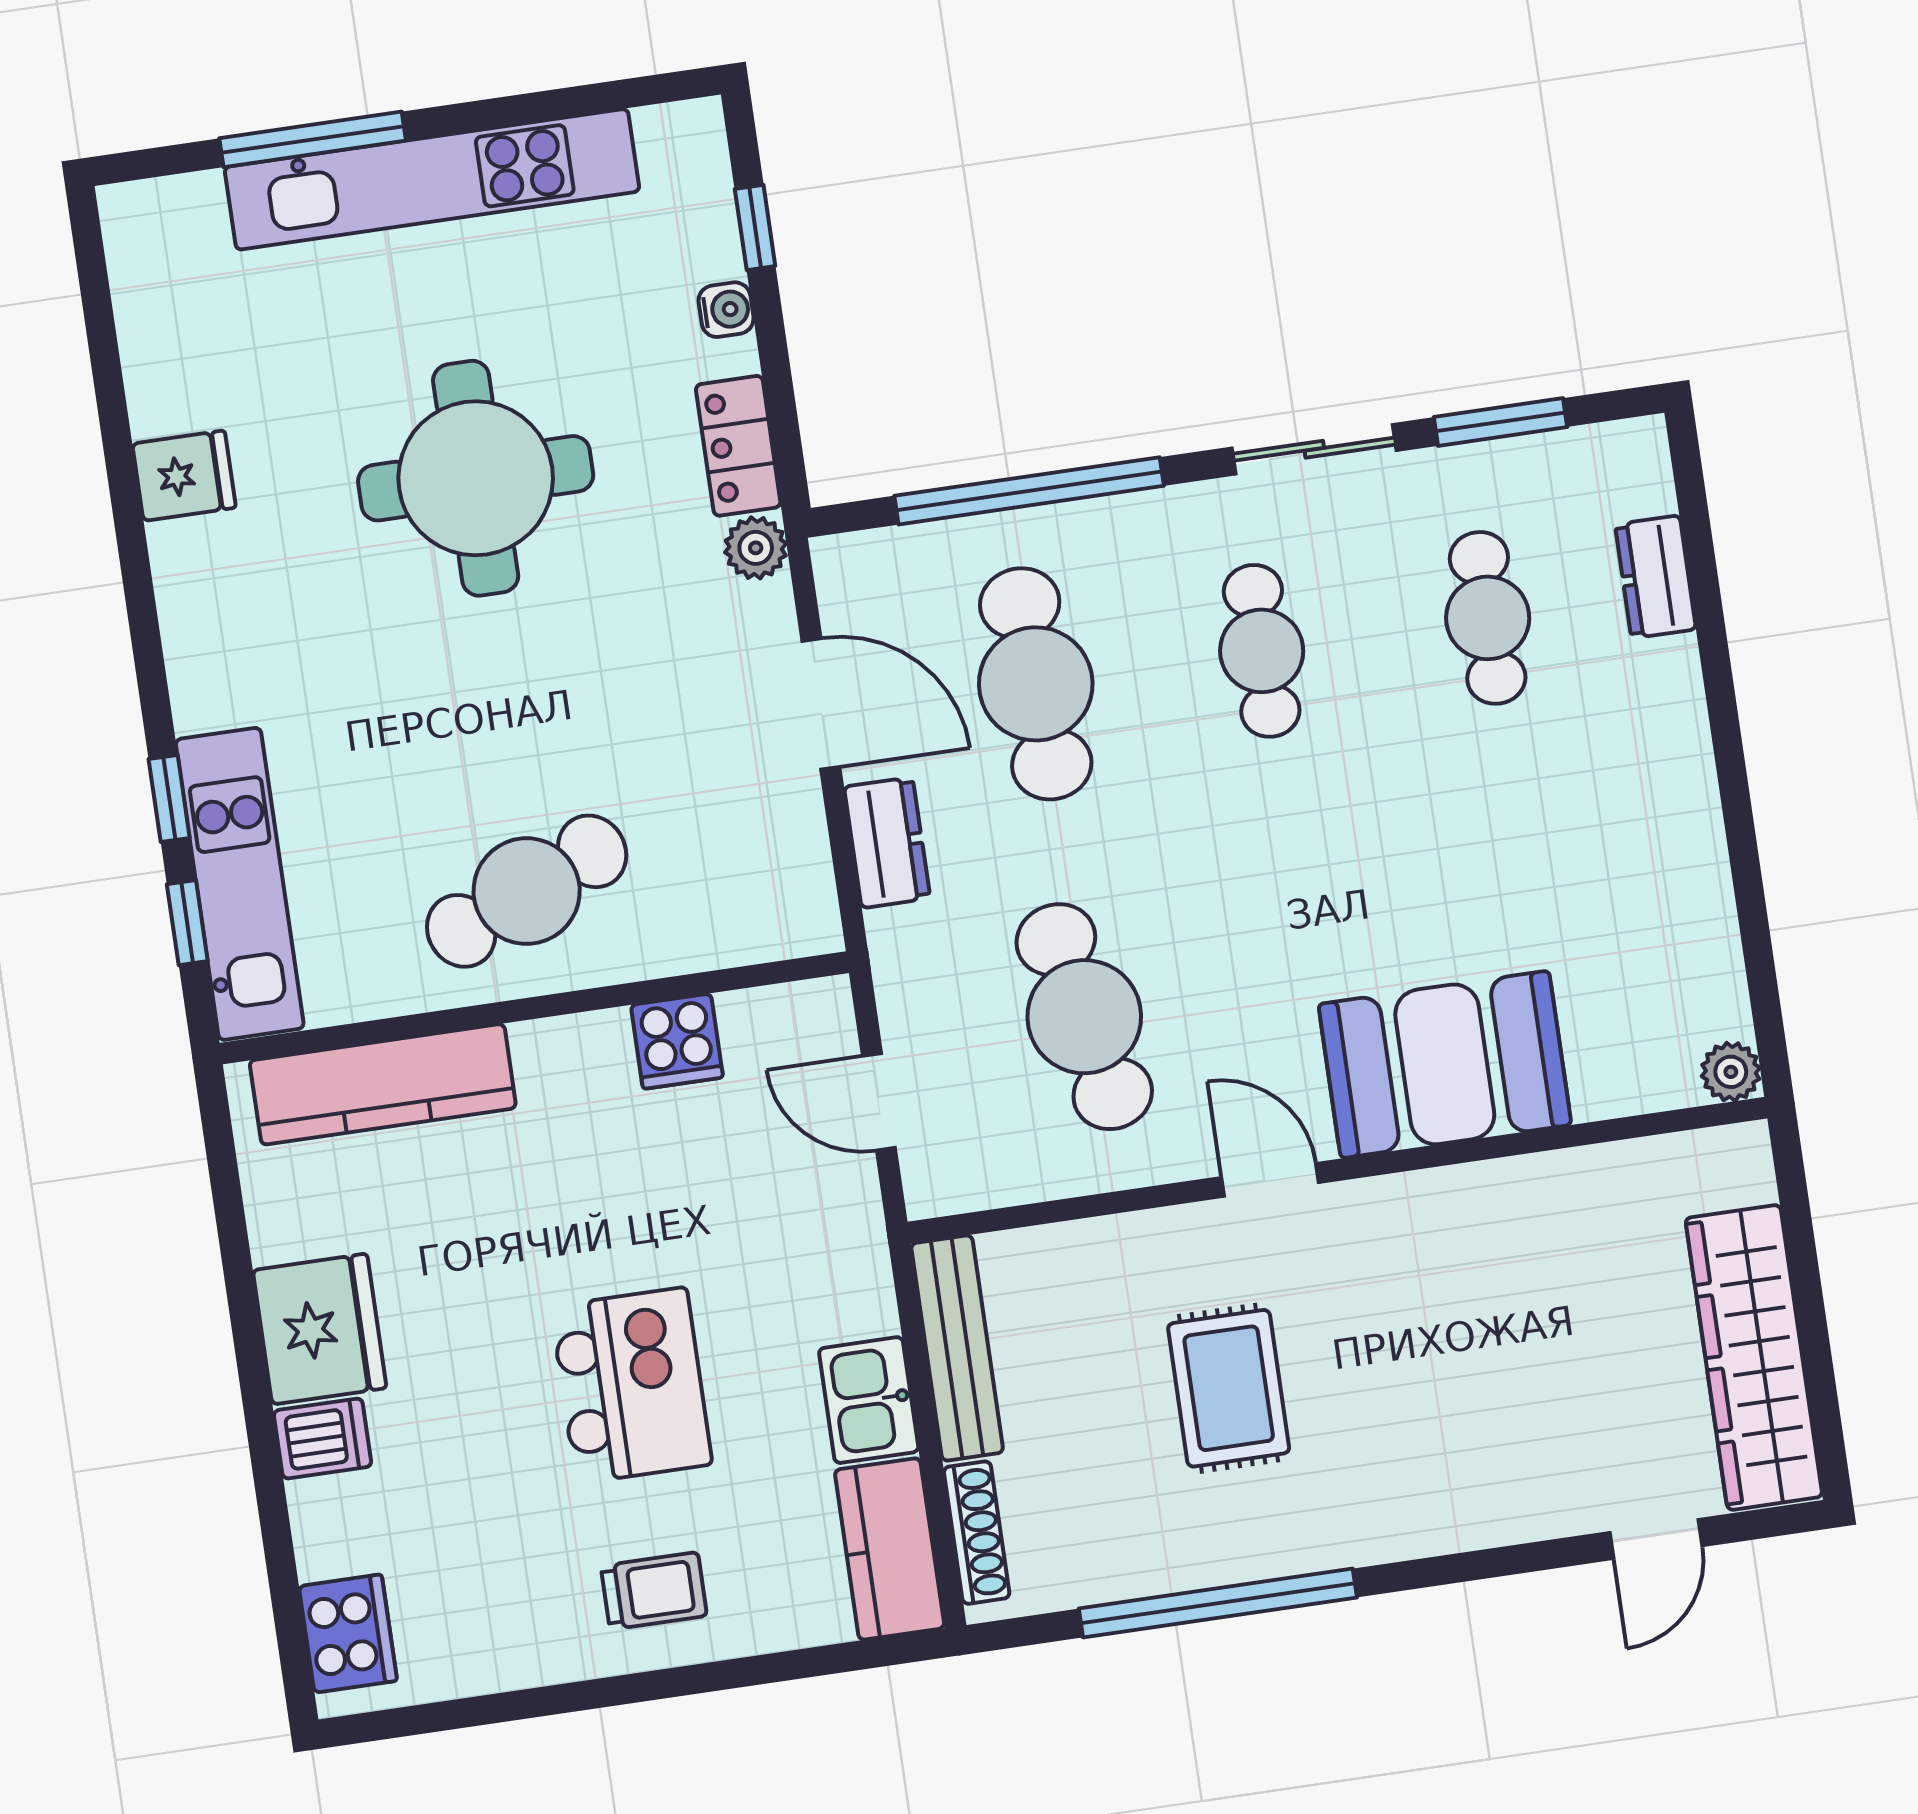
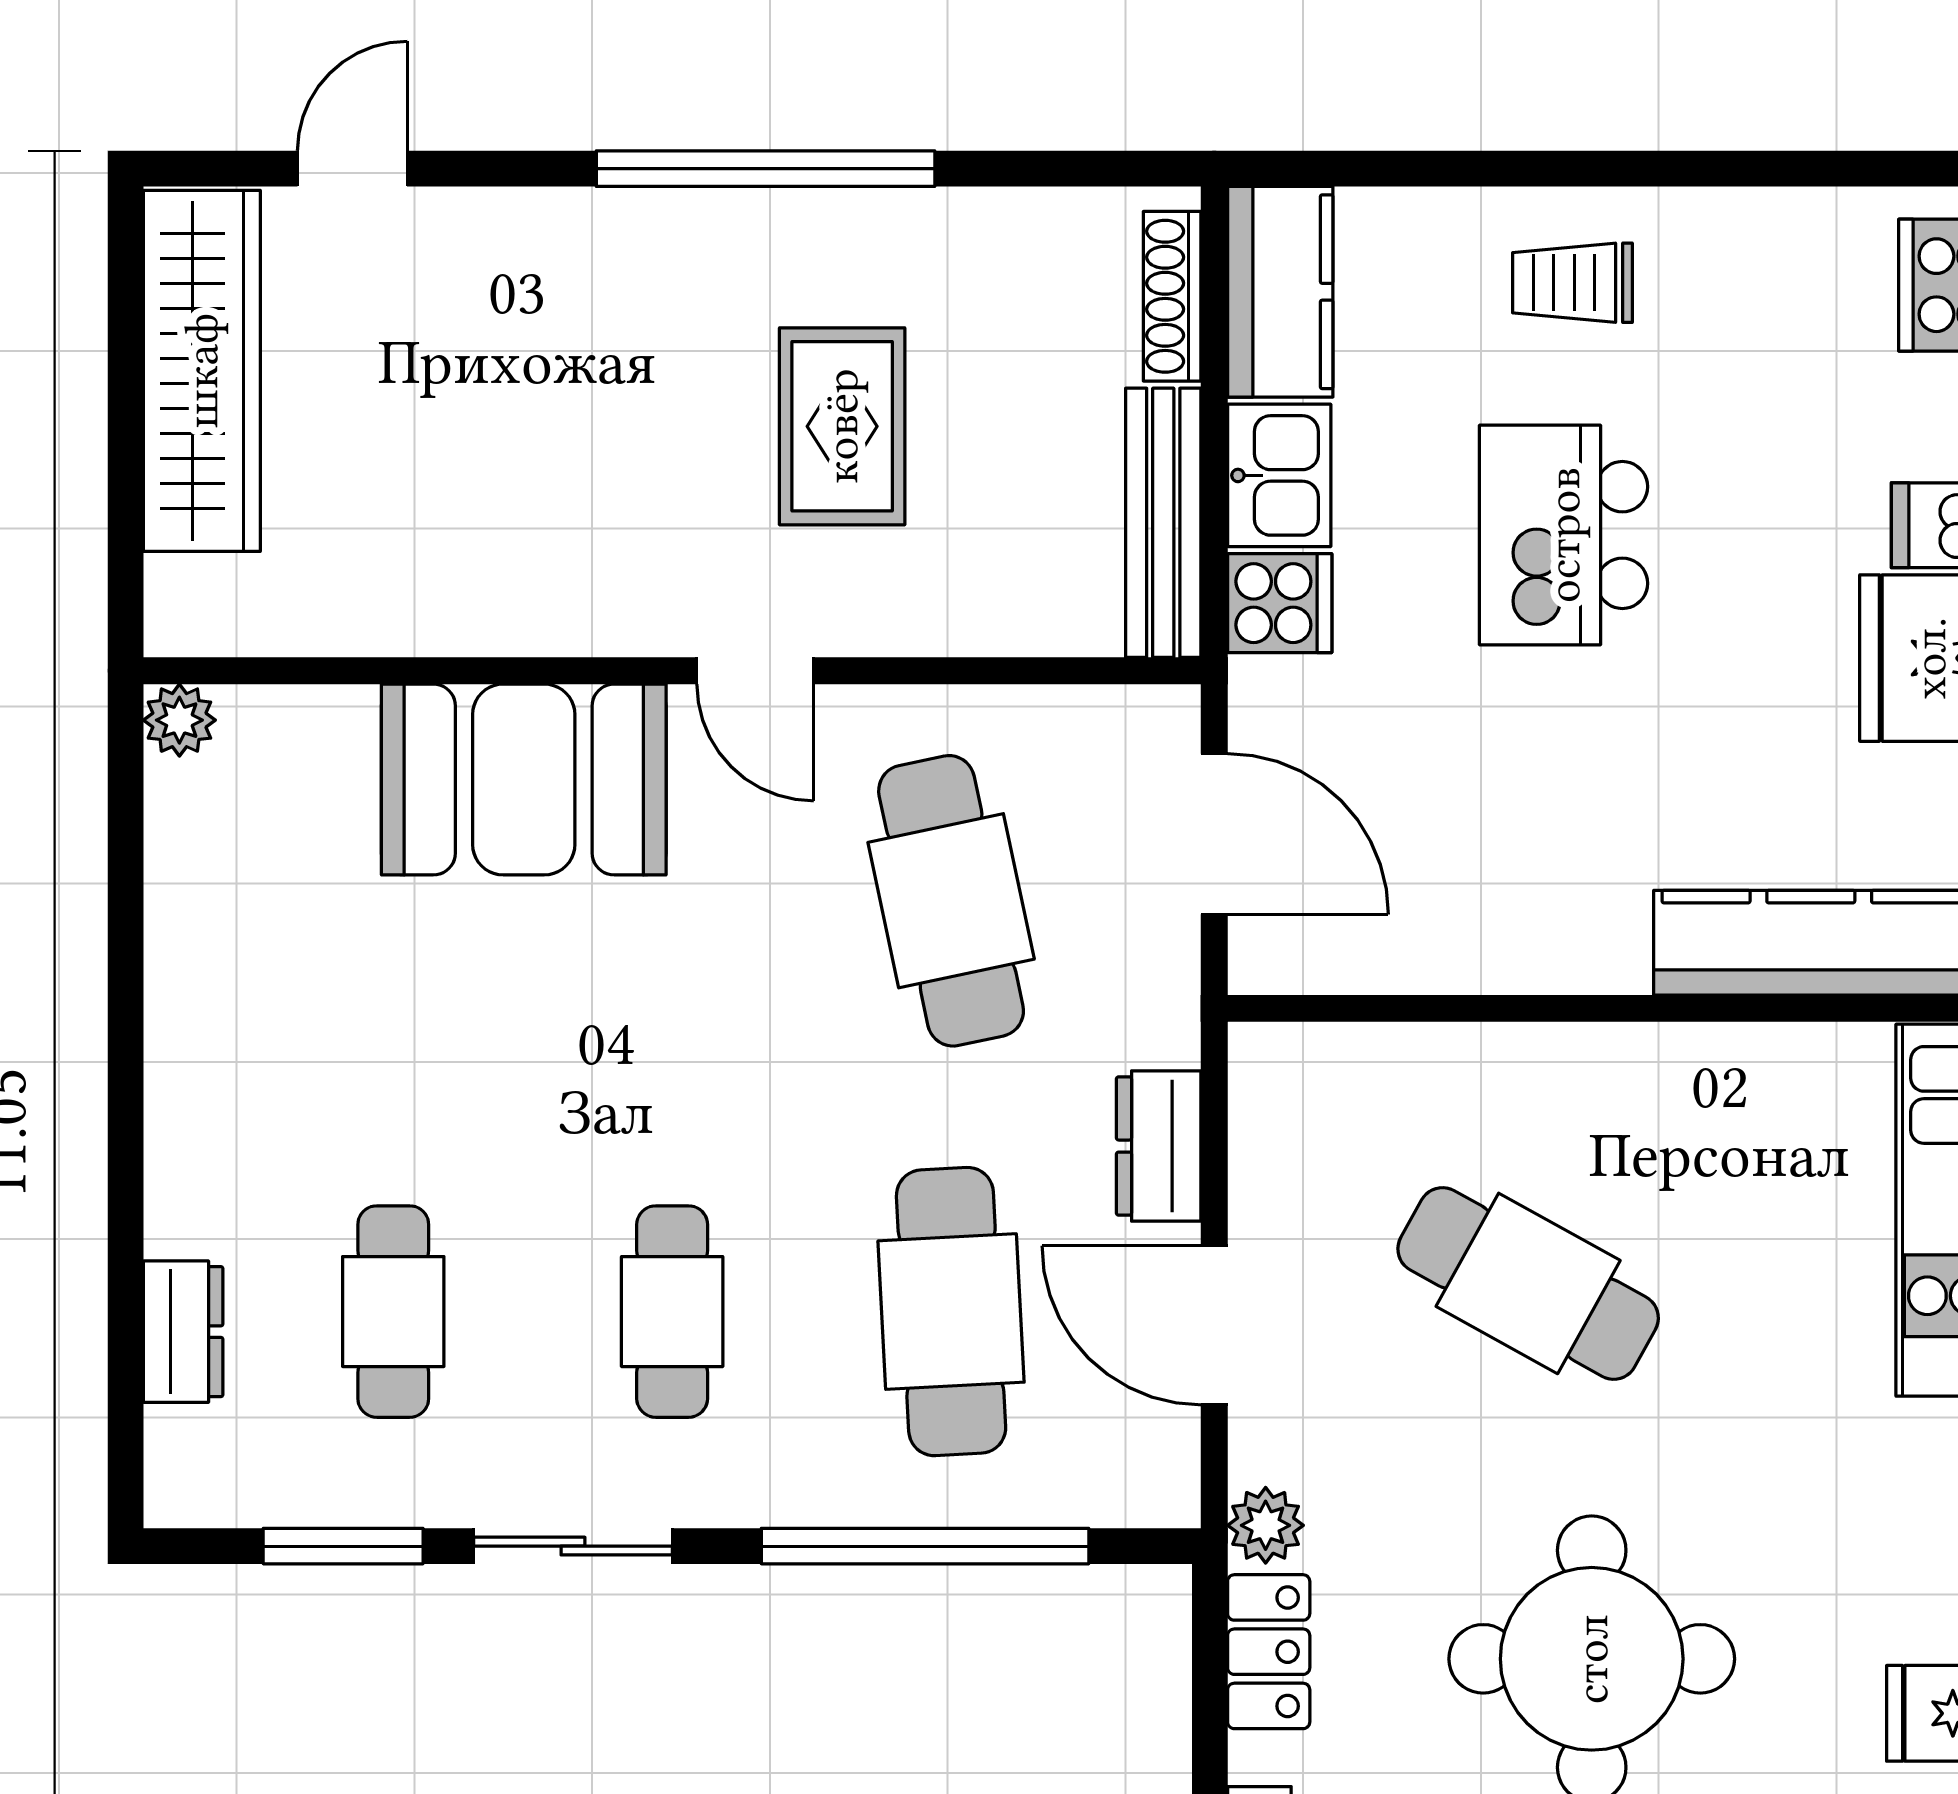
cafe table: (527, 891) -> (1528, 1283), moved, turned 52
cooker: (677, 1041) -> (1280, 603), moved, turned 90
door: (879, 1102) -> (1214, 834), width x1.38
window: (1218, 1603) -> (766, 169), moved

